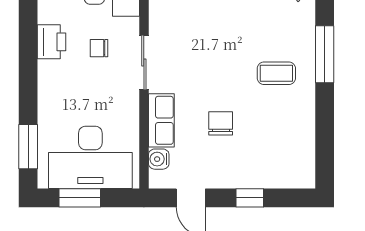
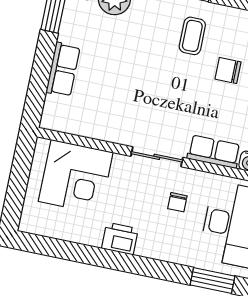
chair: (99, 48) -> (177, 202), moved
chair: (221, 123) -> (228, 70), moved

